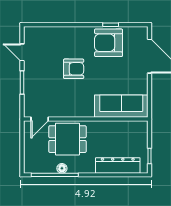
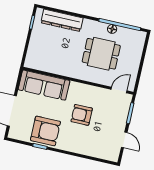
sofa: (121, 106) -> (44, 85), moved
door: (40, 119) -> (119, 90), moved
wall: (86, 119) -> (78, 81), moved

